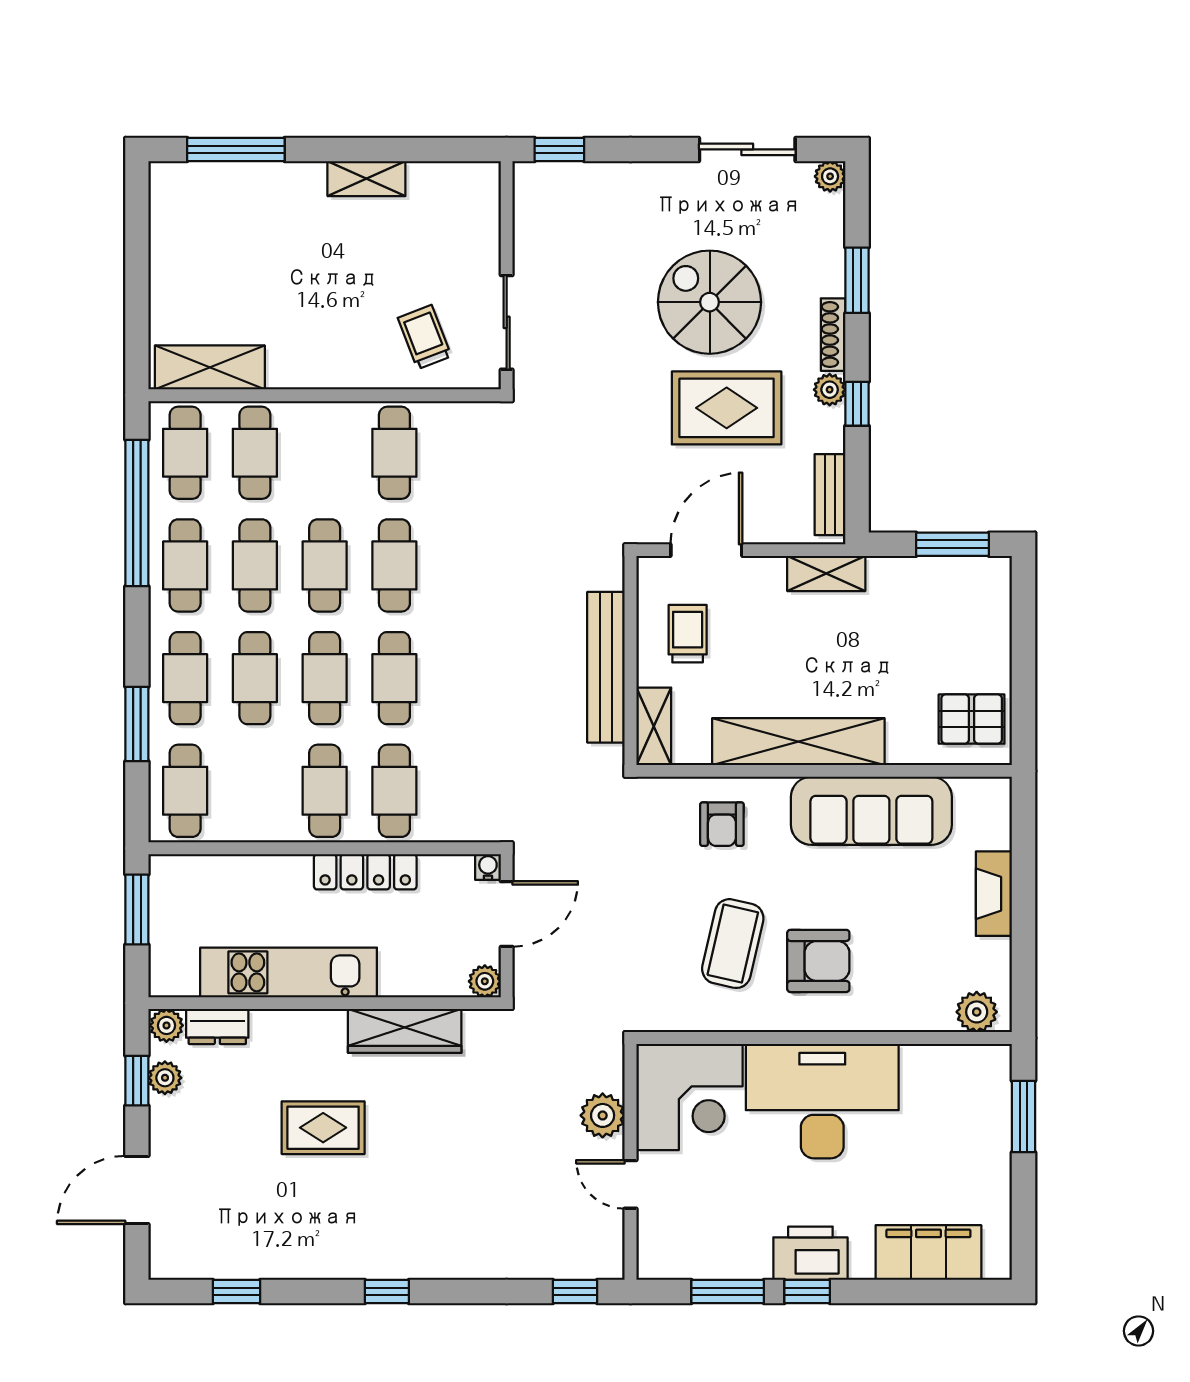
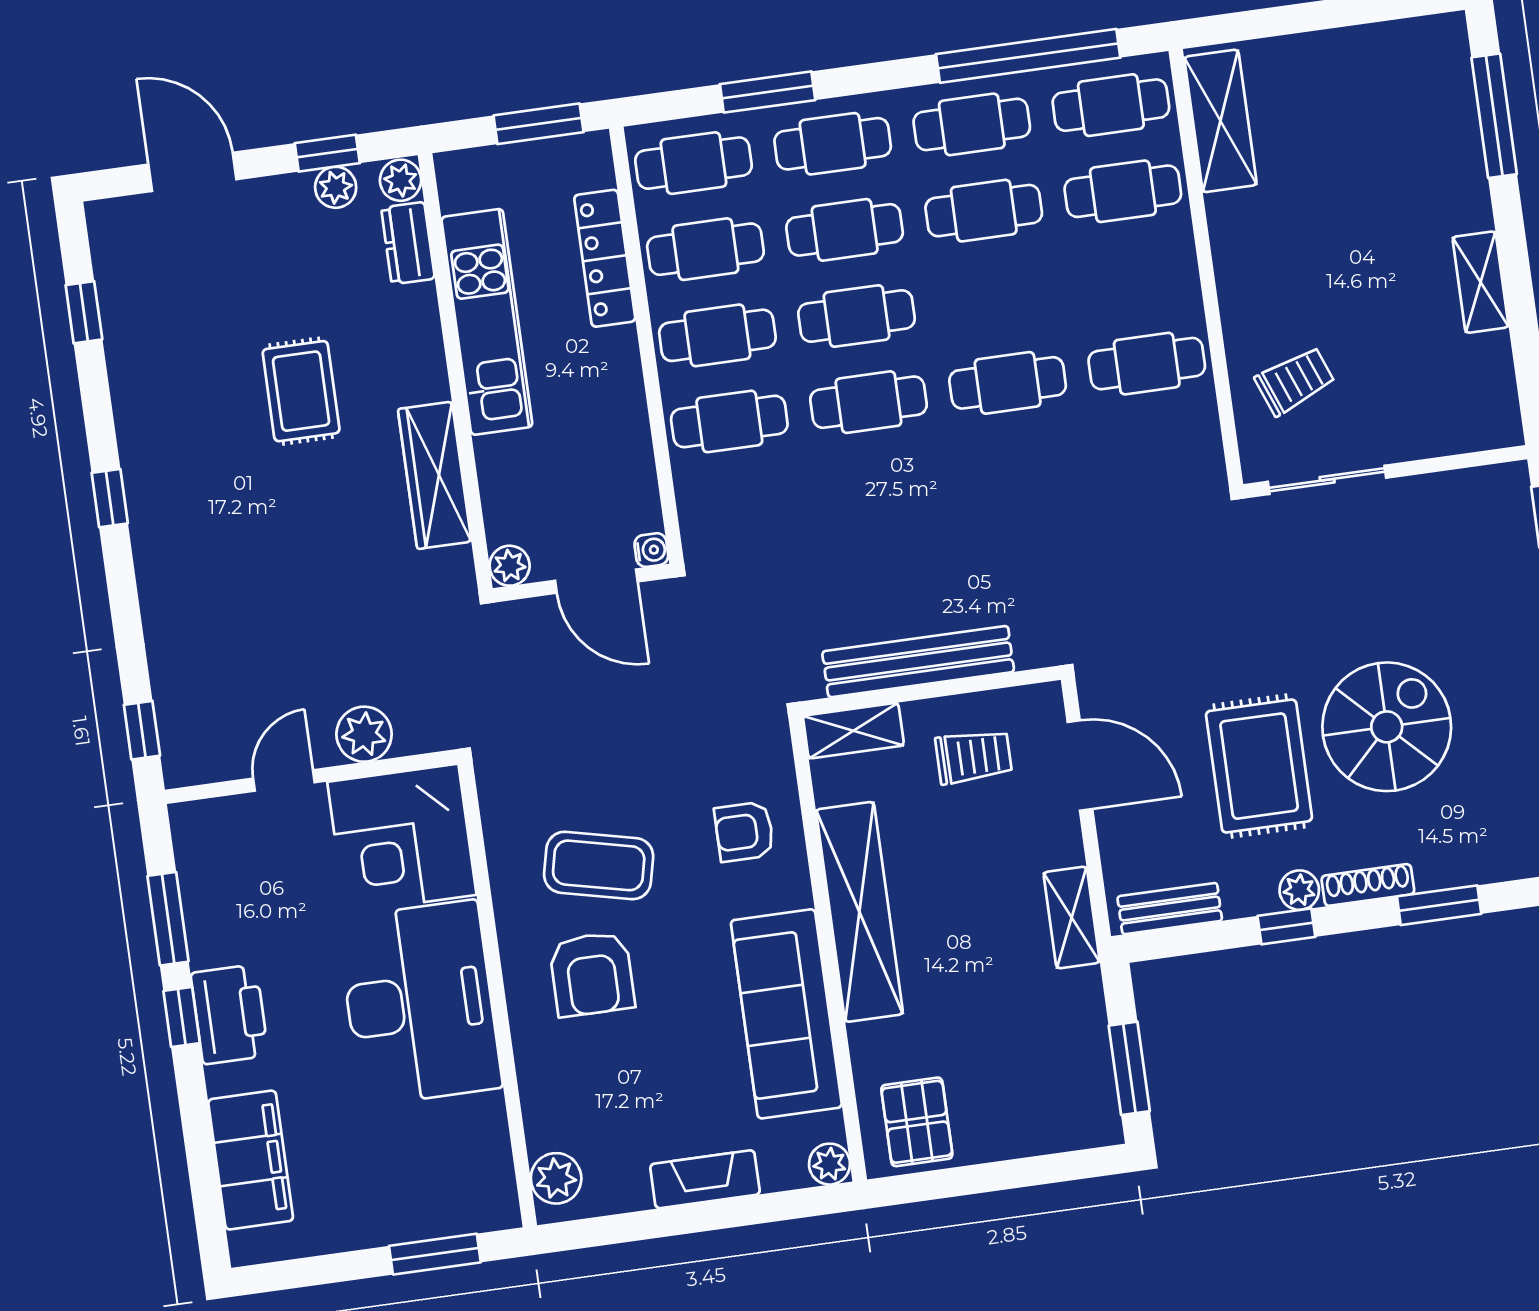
cafe table: (325, 565) -> (705, 249), moved
plant: (995, 793) -> (830, 1164), added
locker: (365, 872) -> (605, 258), moved

